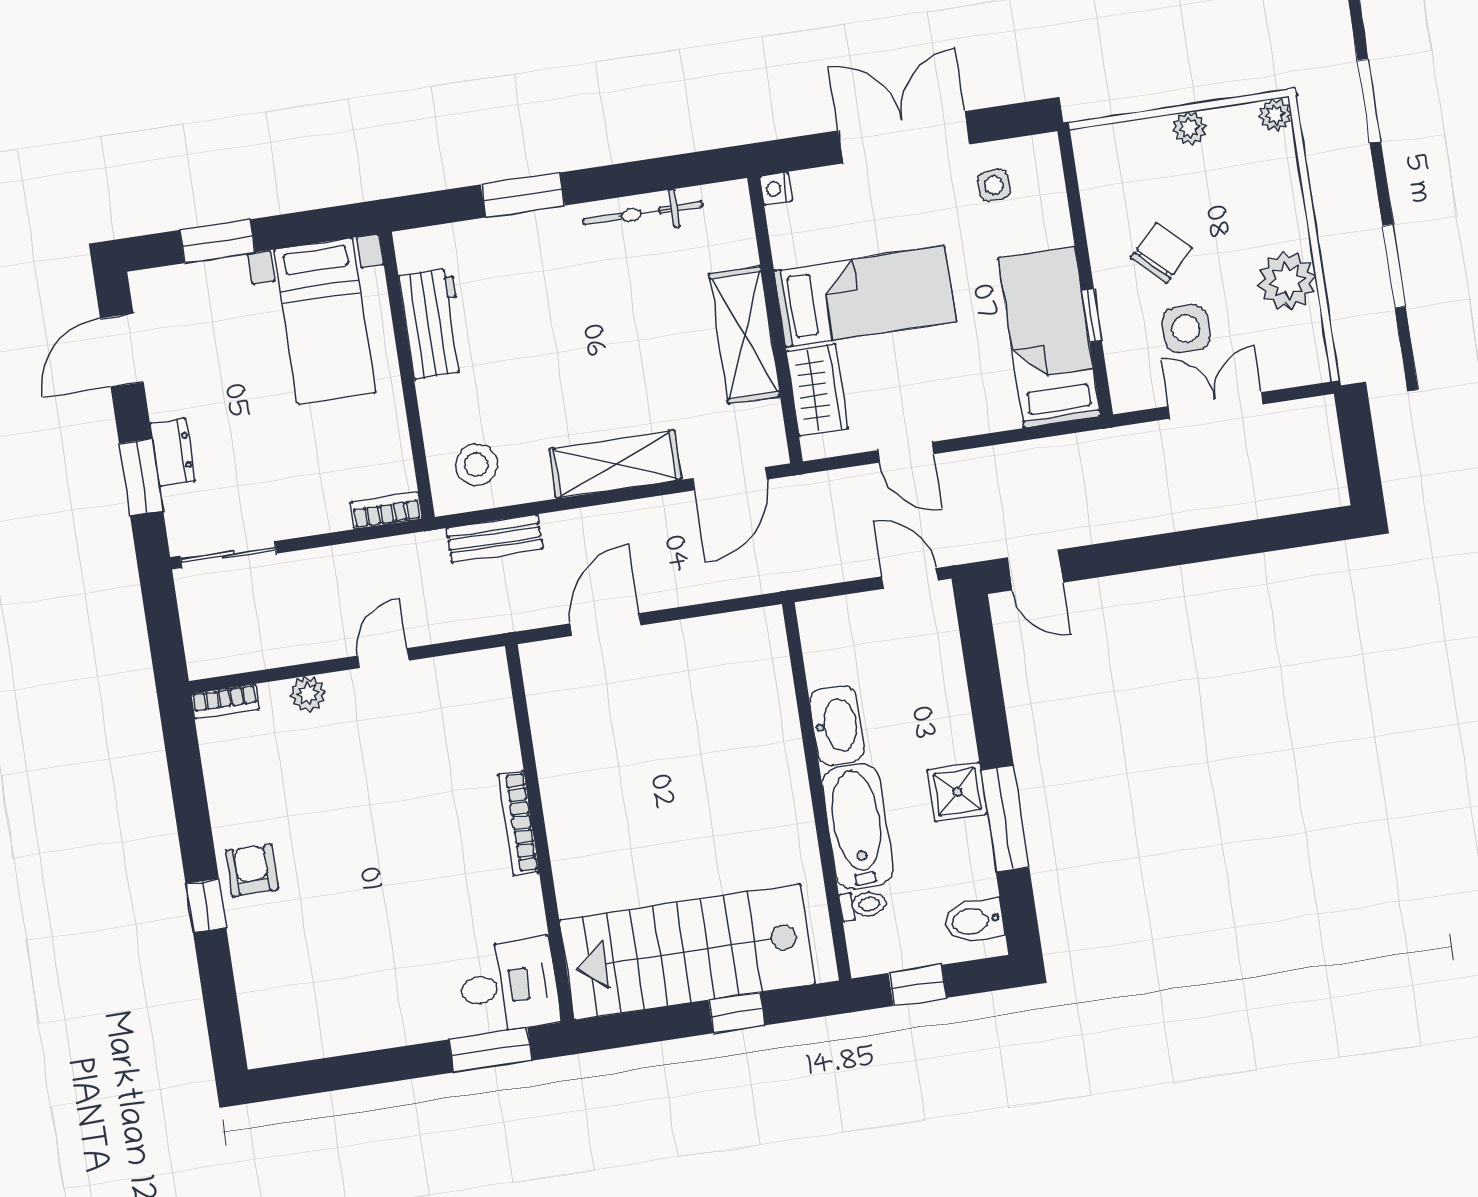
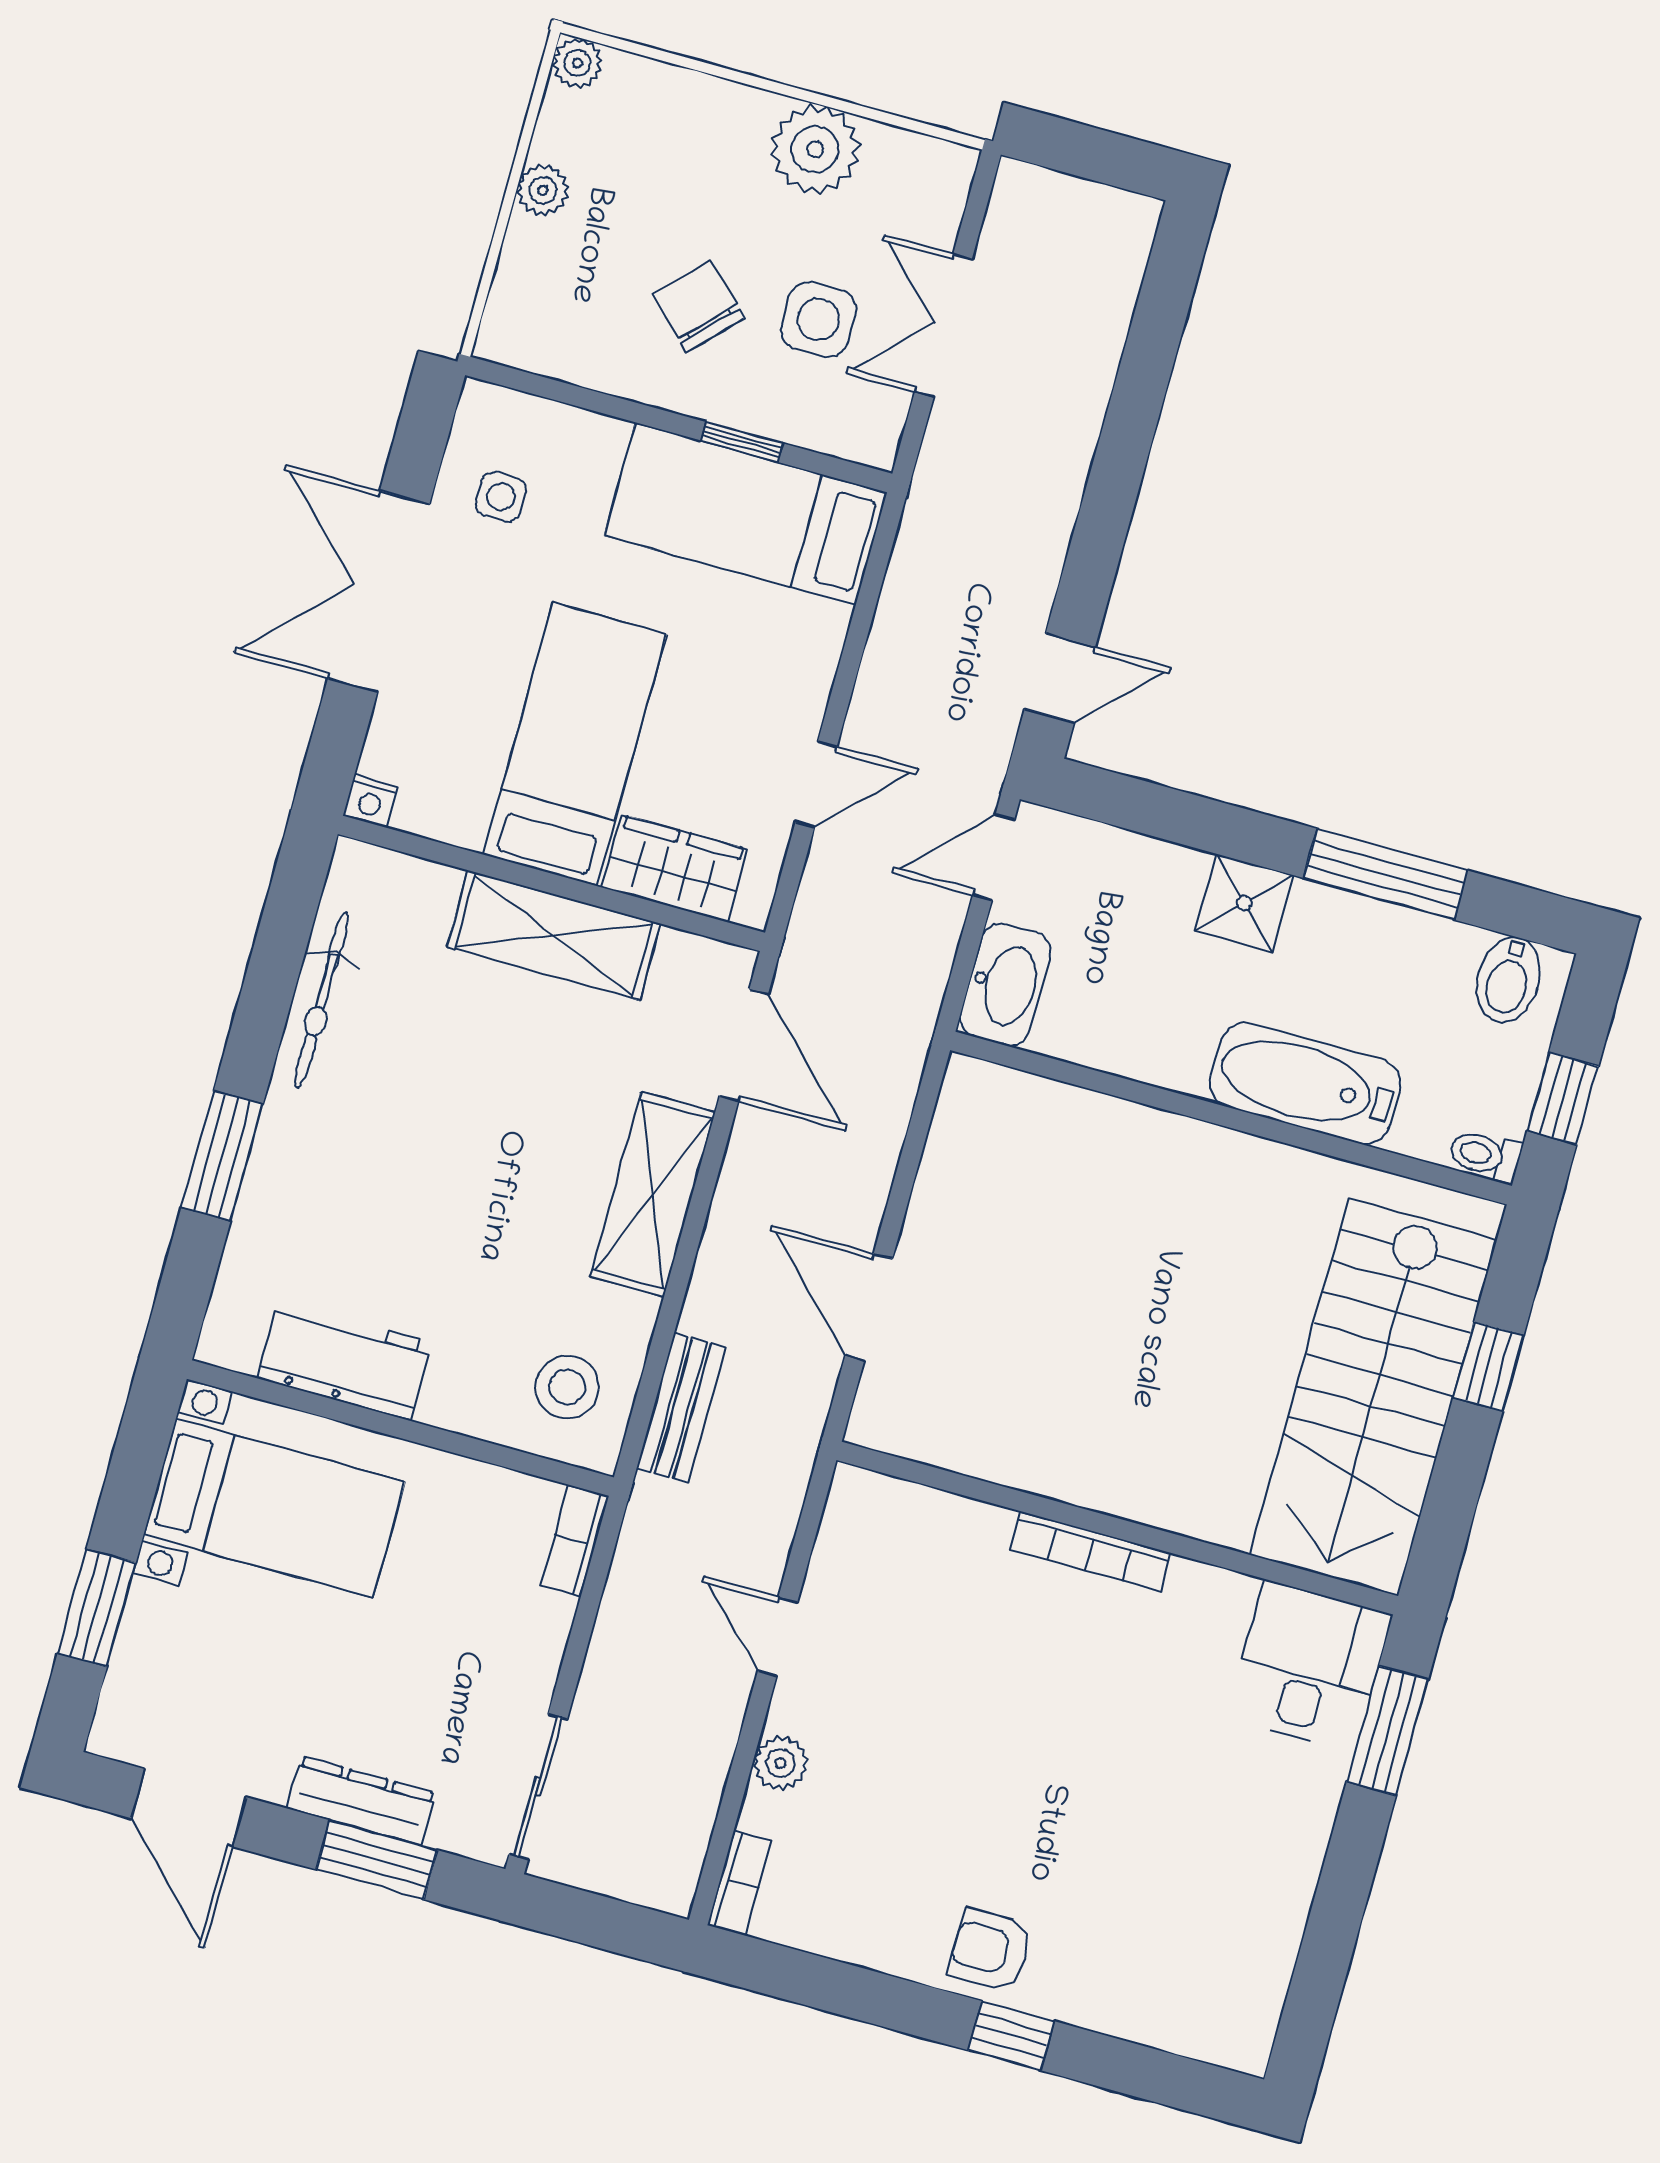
dresser: (173, 452) -> (361, 1801), width x1.44
washbasin: (837, 725) -> (1005, 985), moved, turned 90
shower: (957, 792) -> (1244, 903), moved
toilet: (863, 905) -> (1485, 1155), moved, turned -90

